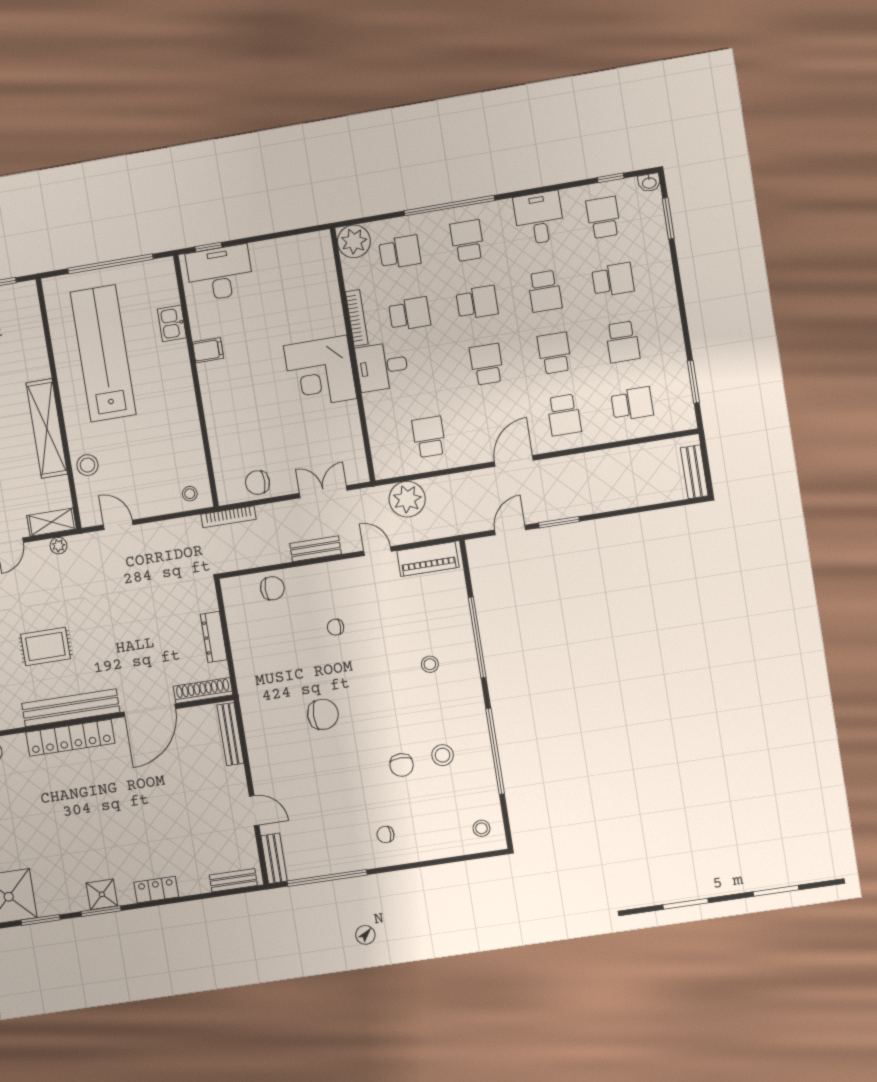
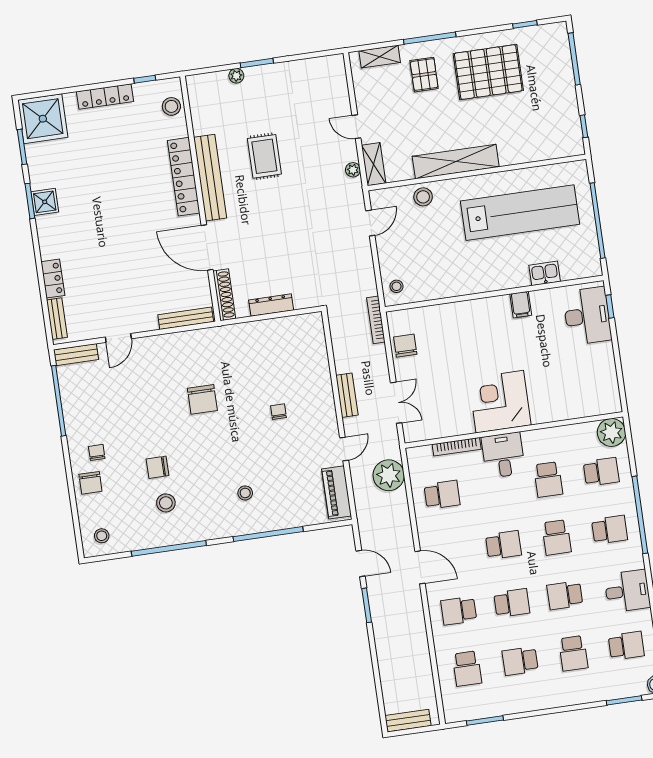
school desk: (400, 252) -> (601, 472), turned -90
bookcase: (357, 318) -> (457, 447), moved
chair: (272, 588) -> (90, 483), moved
locker: (156, 890) -> (53, 279), moved

